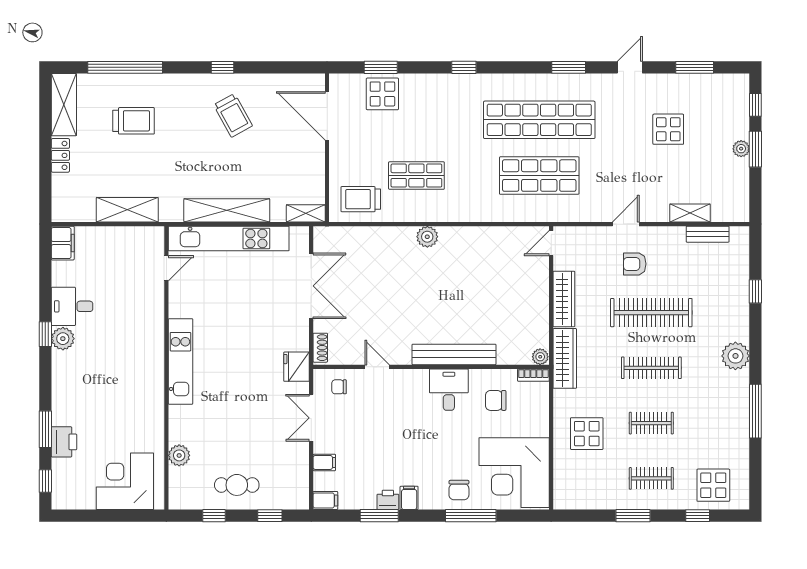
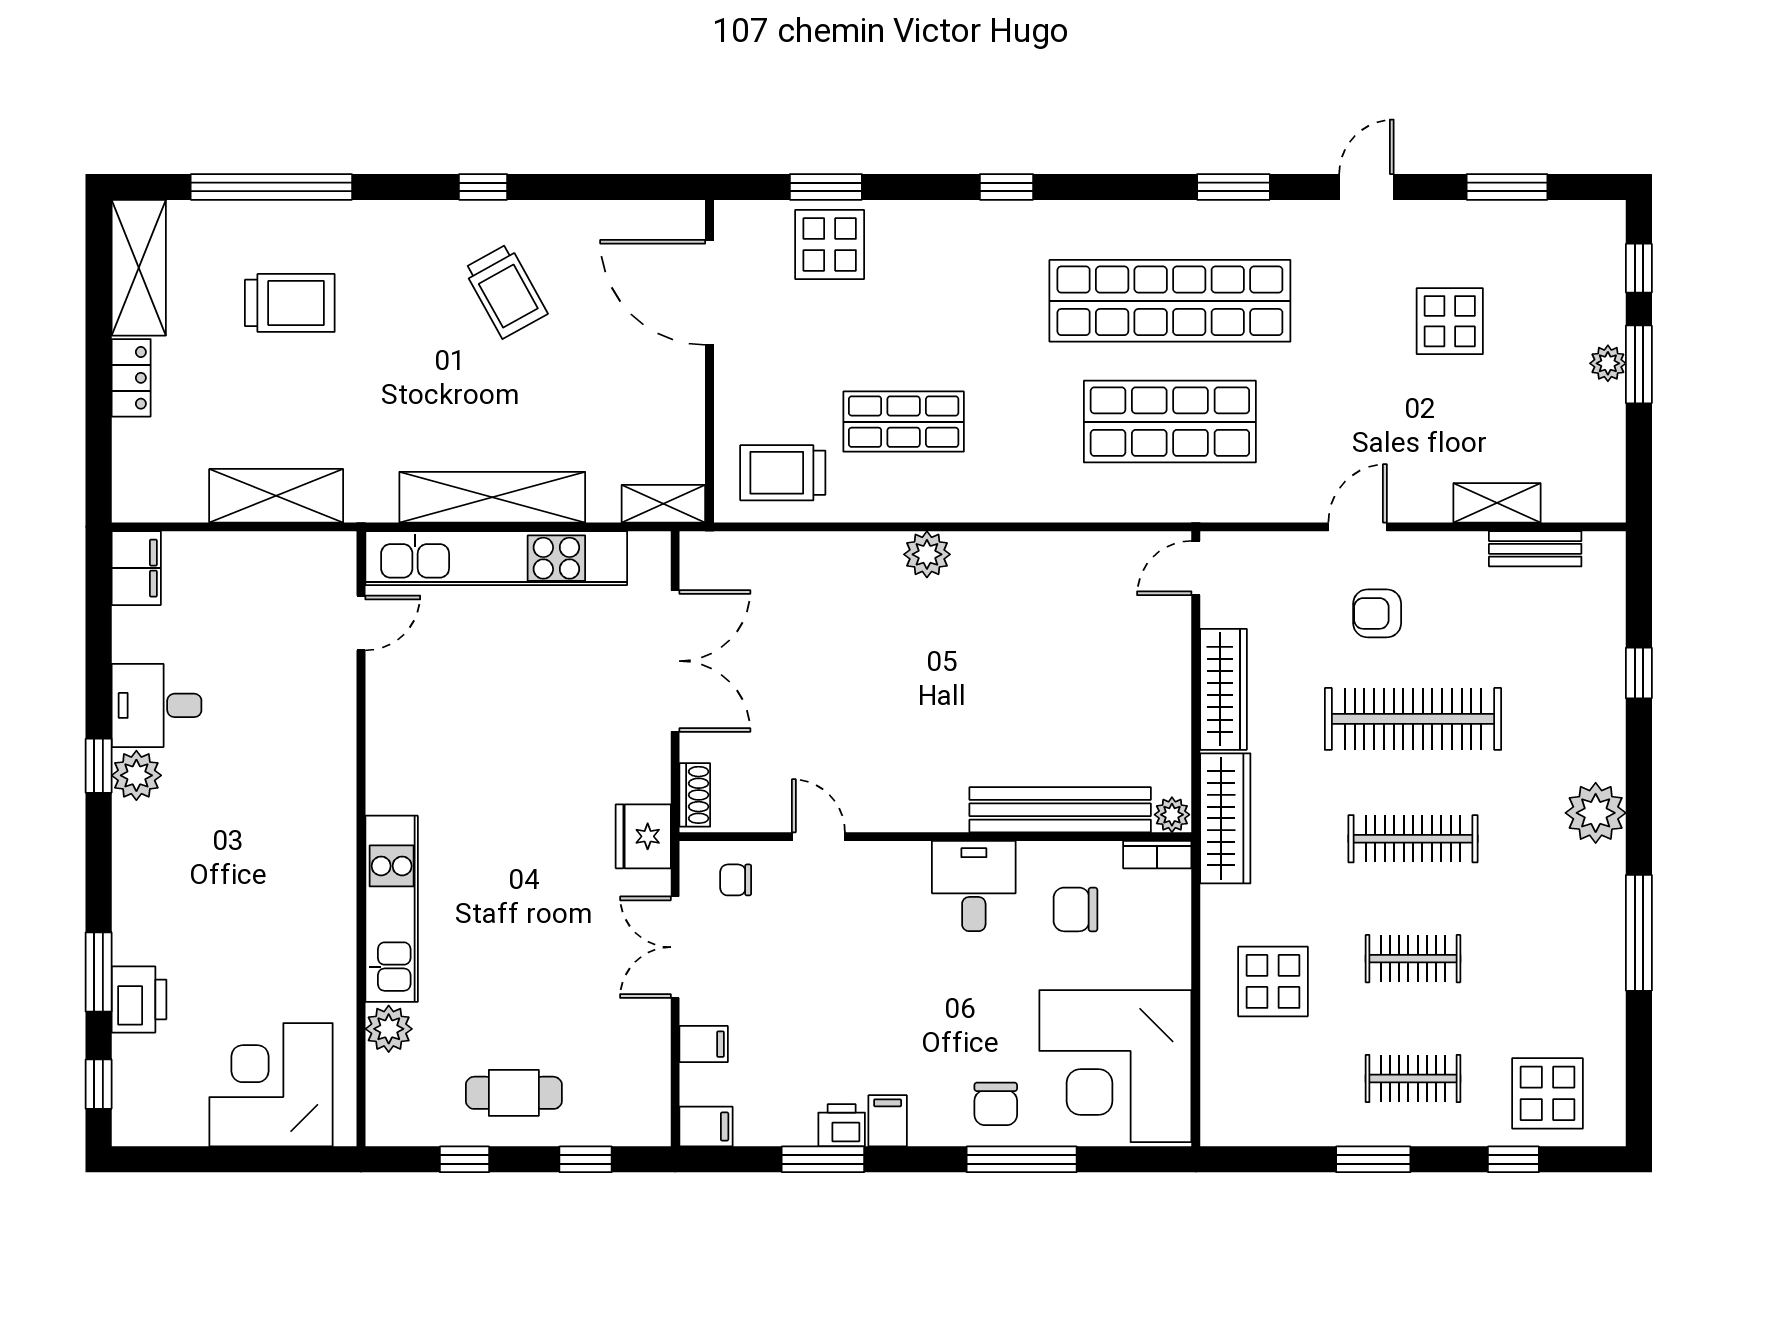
bench: (454, 354) -> (1060, 810), moved
kitchen unit: (180, 361) -> (392, 909), moved

